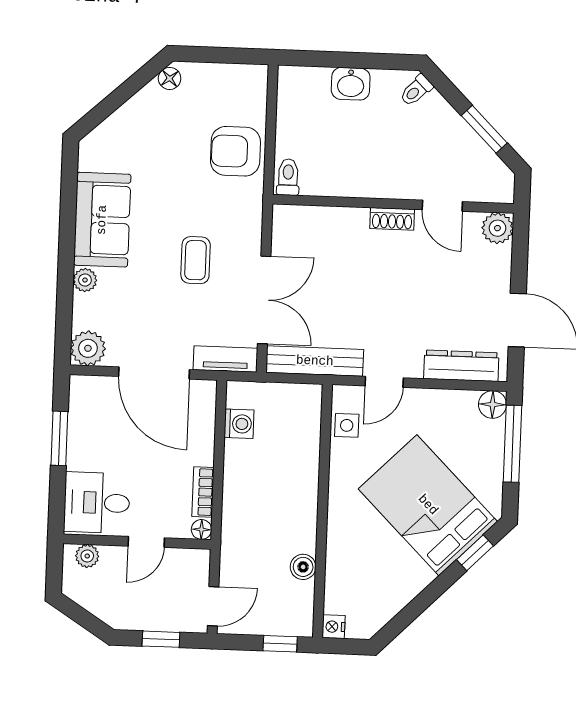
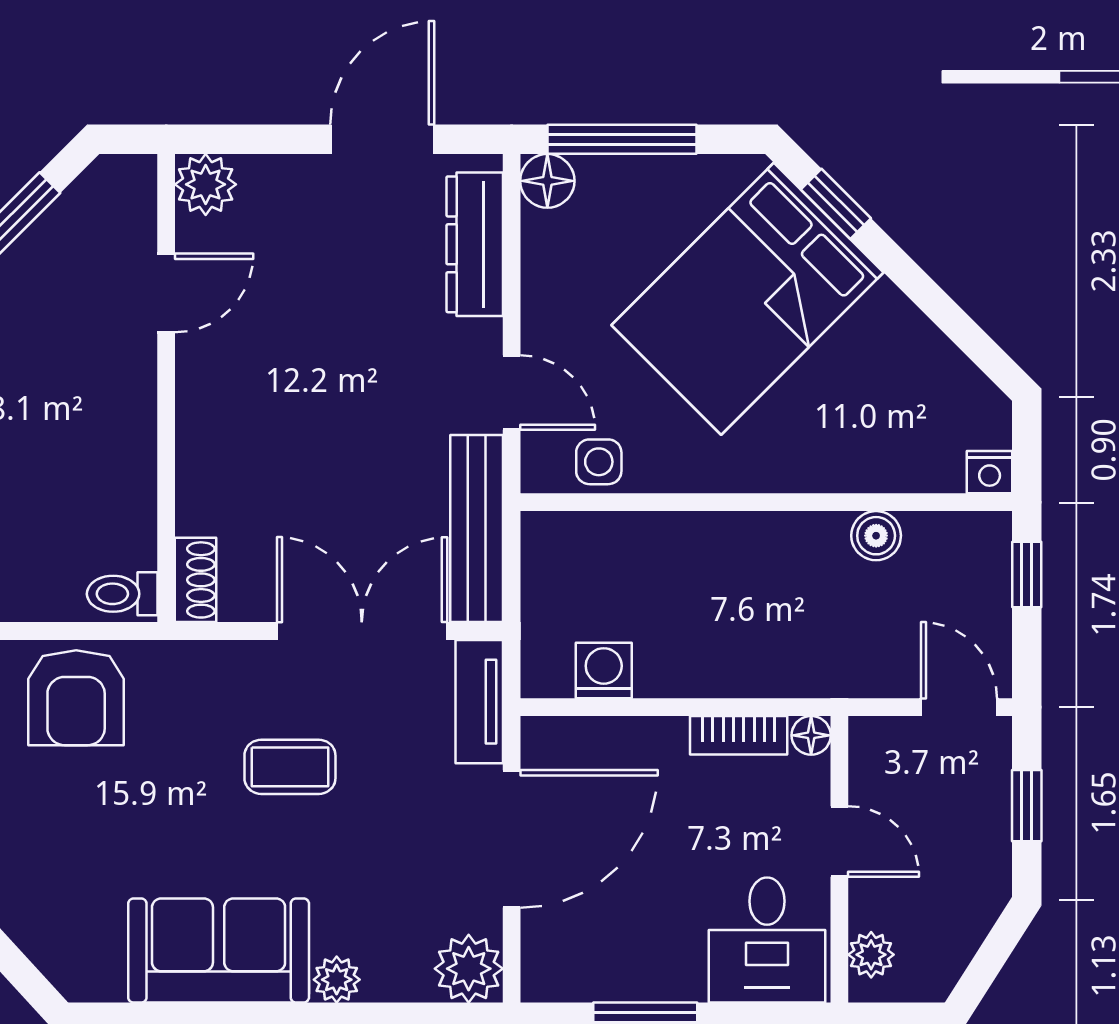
shoe rack: (392, 219) -> (196, 580), moved

